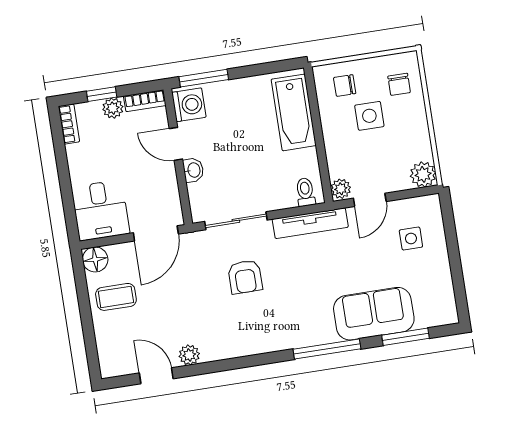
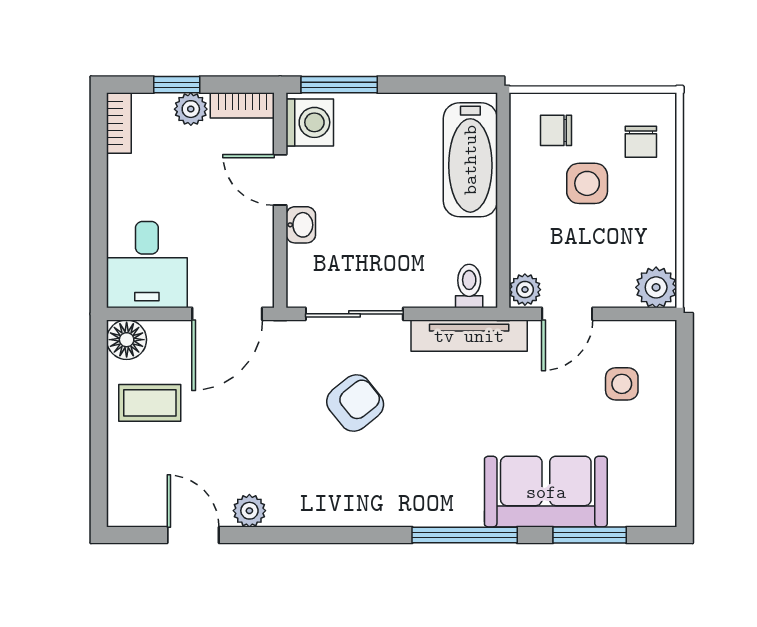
armchair: (245, 277) -> (355, 403), turned -129

